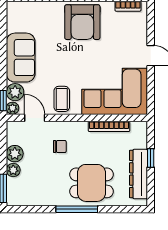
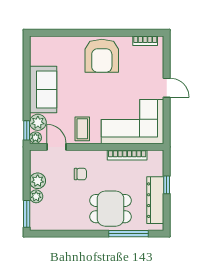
window: (77, 209) -> (128, 234), moved

